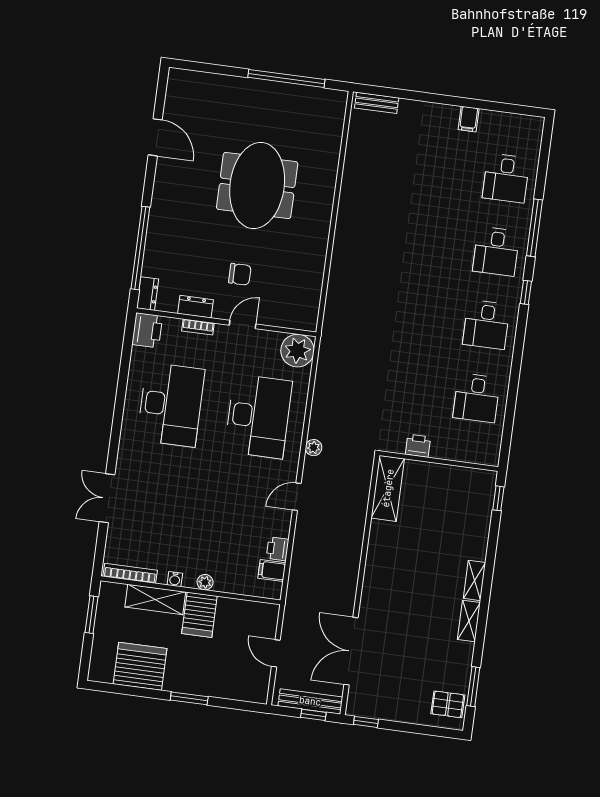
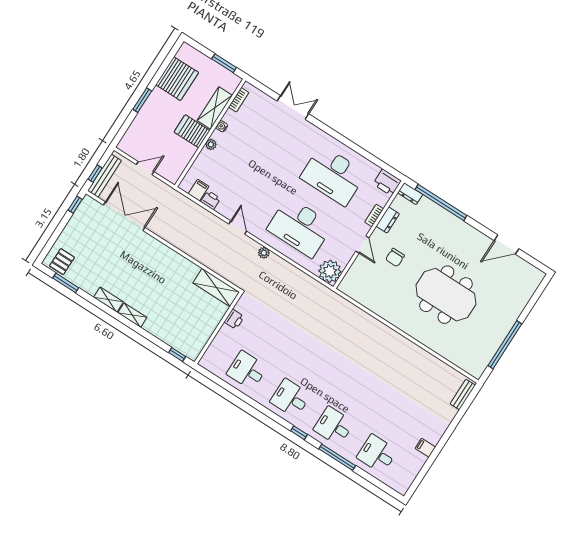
bookcase: (130, 573) -> (239, 100), width x0.64

